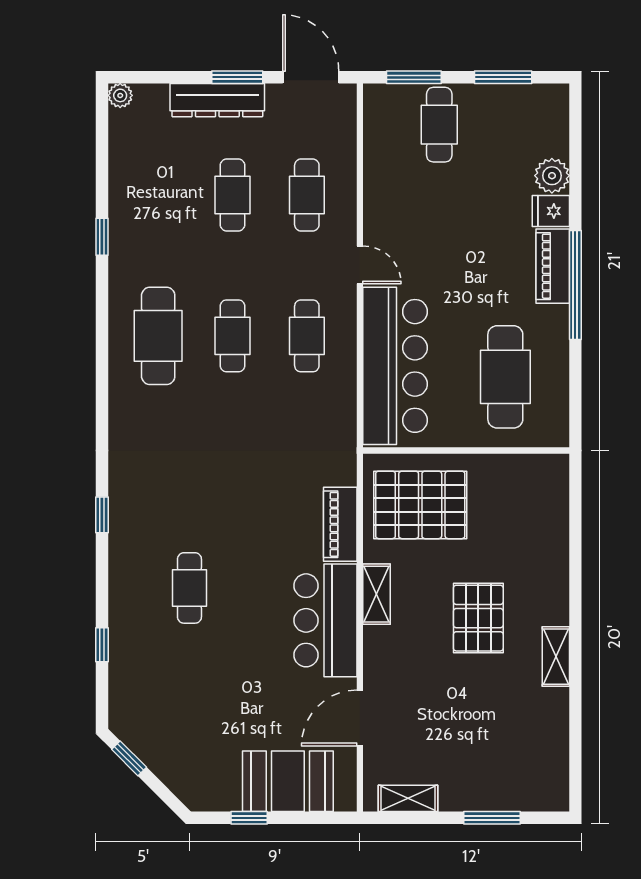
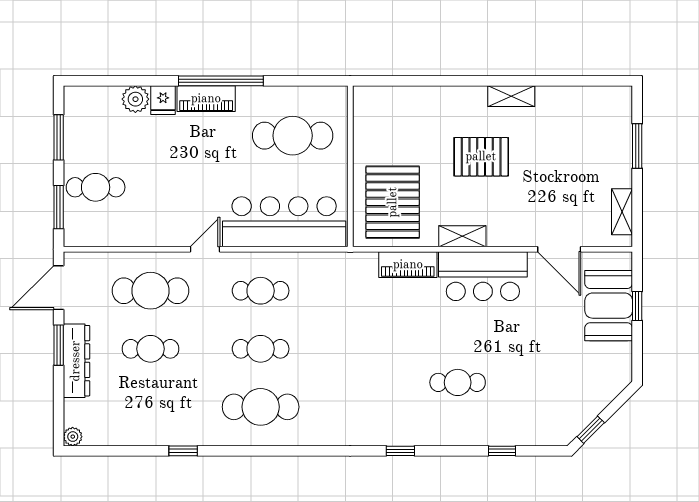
cafe table: (307, 195) -> (150, 291), width x1.37, depth x1.35
window: (249, 818) -> (637, 306), moved

